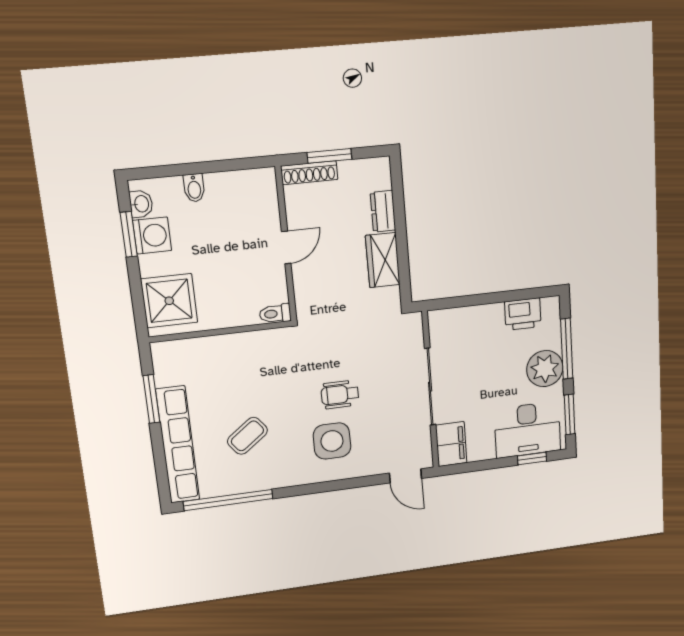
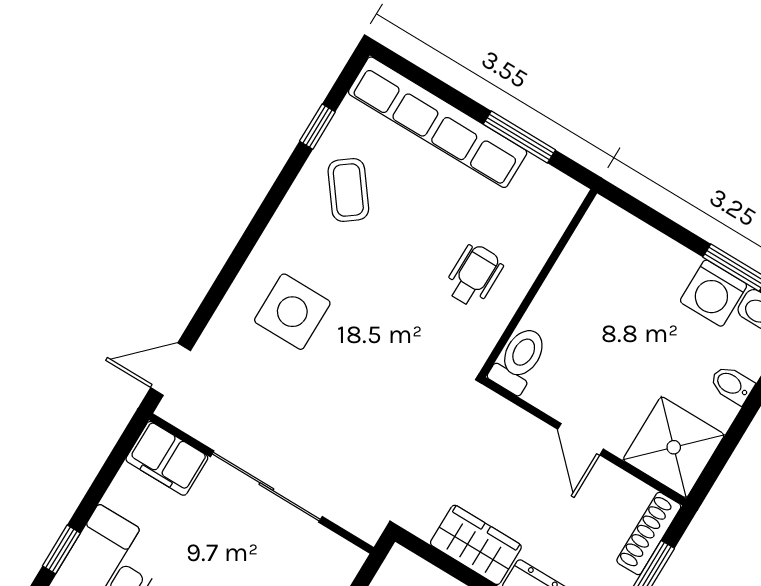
shower: (169, 301) -> (674, 447), moved
toilet: (275, 314) -> (519, 360), width x1.37, depth x1.39
wheelchair: (340, 394) -> (474, 276), moved
coffee table: (247, 436) -> (348, 190), moved
window: (228, 500) -> (317, 127), width x0.32

